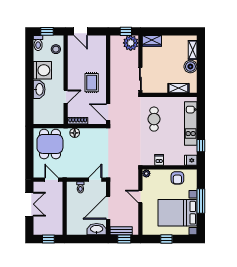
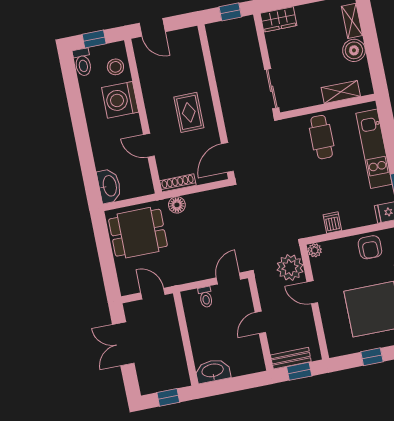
plant: (131, 43) -> (290, 267), moved
washing machine: (42, 70) -> (120, 100), moved, turned 180
washbasin: (39, 89) -> (109, 186), moved
door: (66, 97) -> (149, 145), swing flipped
door: (108, 112) -> (227, 158), hinge flipped
cafe table: (154, 119) -> (322, 137), moved
dining table: (50, 144) -> (138, 233), turned 90
double door: (29, 204) -> (123, 344), swing flipped
door: (108, 208) -> (260, 322), width x0.53
washbasin: (97, 229) -> (213, 371), moved

